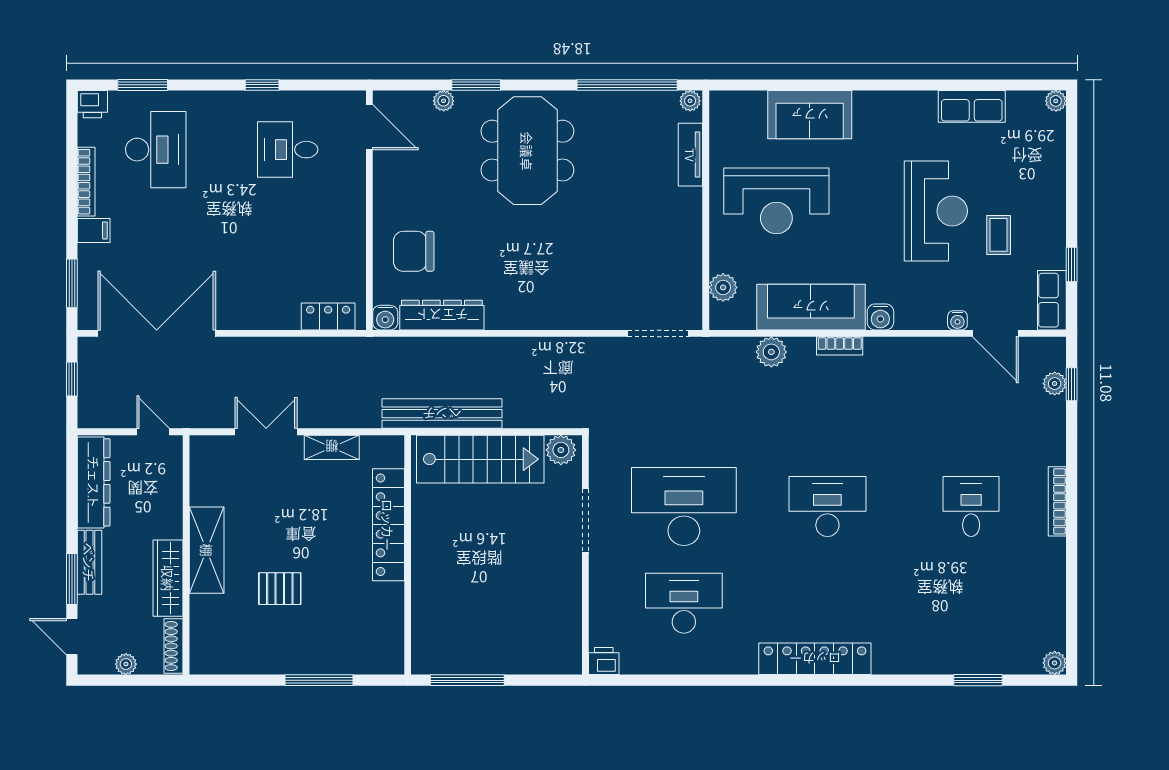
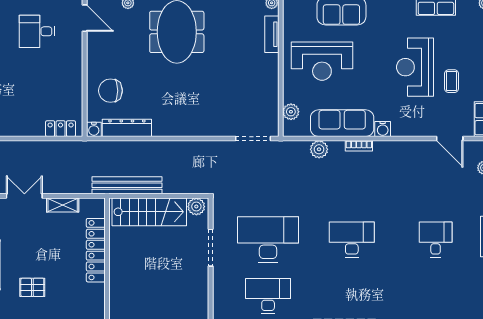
reception desk: (936, 211) -> (415, 67), turned 180
water cooler: (957, 320) -> (428, 131), removed

